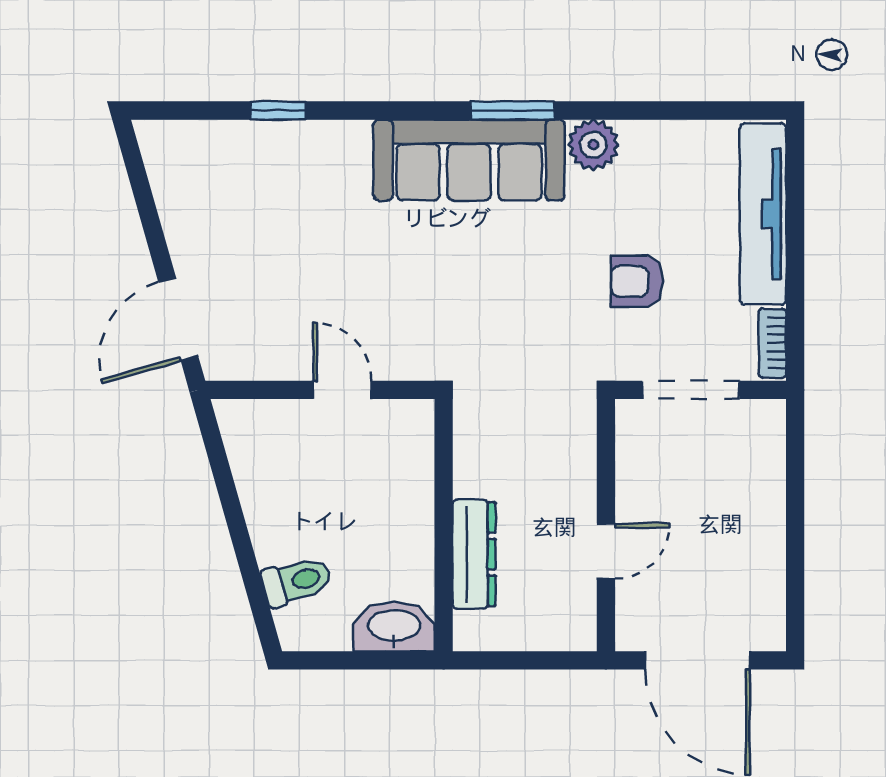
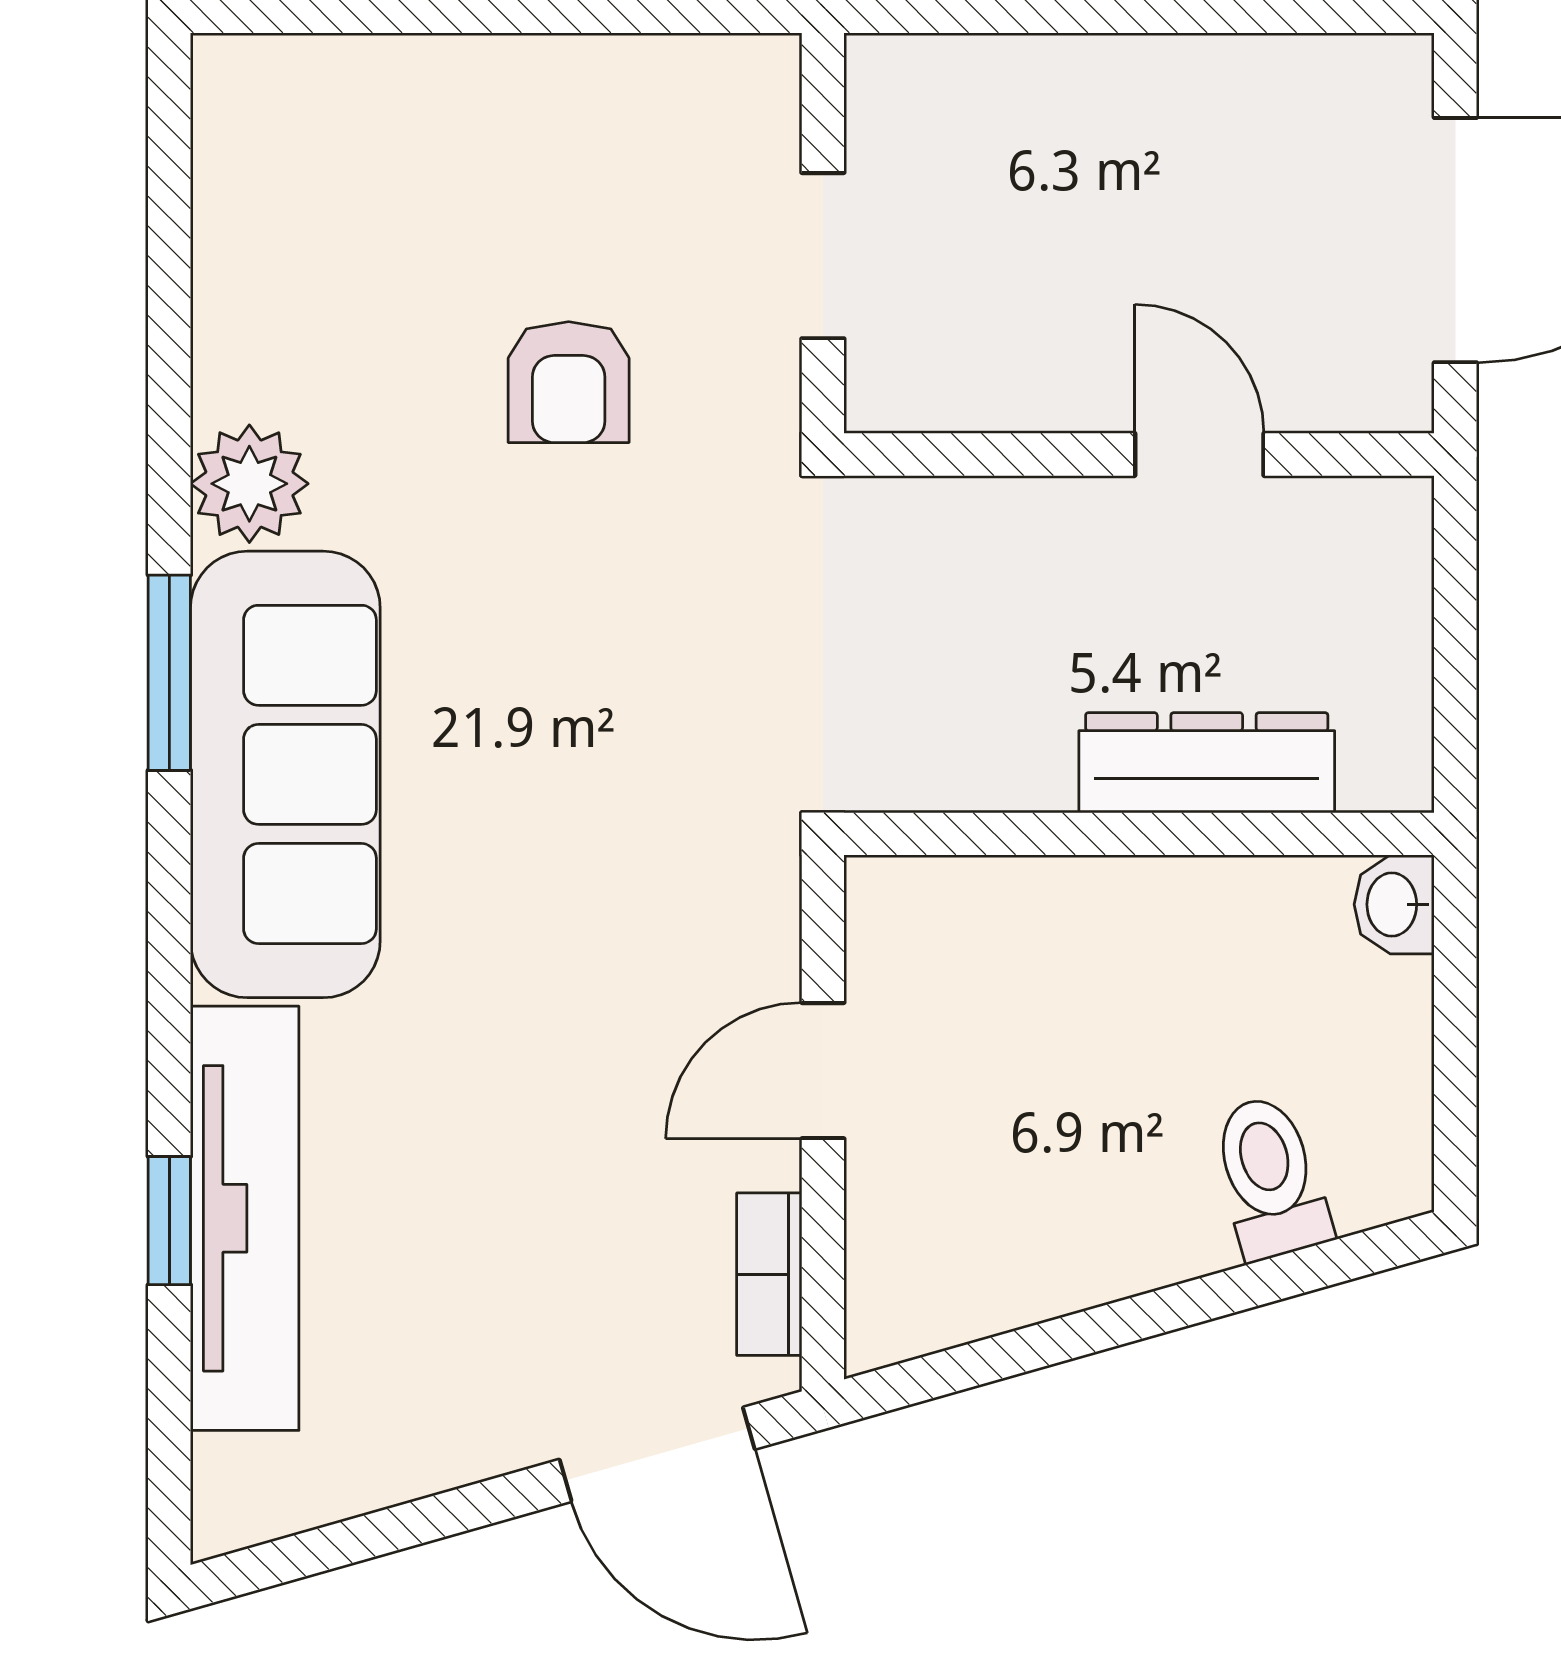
tv unit: (763, 214) -> (245, 1218), moved, turned -90
bookcase: (772, 343) -> (769, 1274), moved, turned 90
doorway: (691, 390) -> (823, 256), width x0.73
washbasin: (394, 627) -> (1394, 904), width x0.52, depth x0.69

